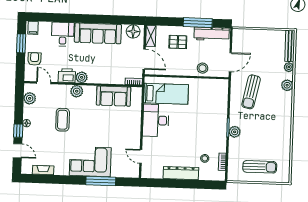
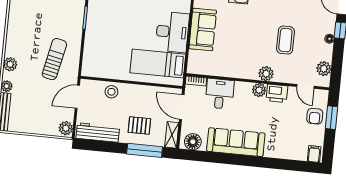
window: (198, 23) -> (145, 150), moved
desk: (63, 34) -> (220, 94), moved, turned 180
window: (21, 43) -> (332, 118), moved
sofa: (114, 96) -> (203, 29), moved, turned 90
plant: (235, 132) -> (66, 128), moved

